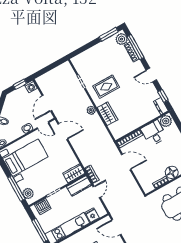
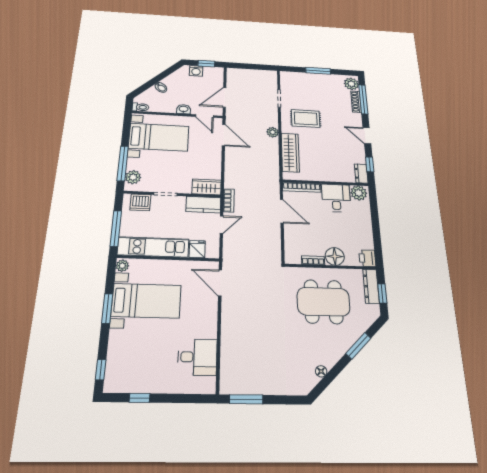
window: (109, 34) -> (318, 71), moved
washing machine: (31, 86) -> (196, 71), moved
wardrobe: (107, 114) -> (290, 153), width x1.50

